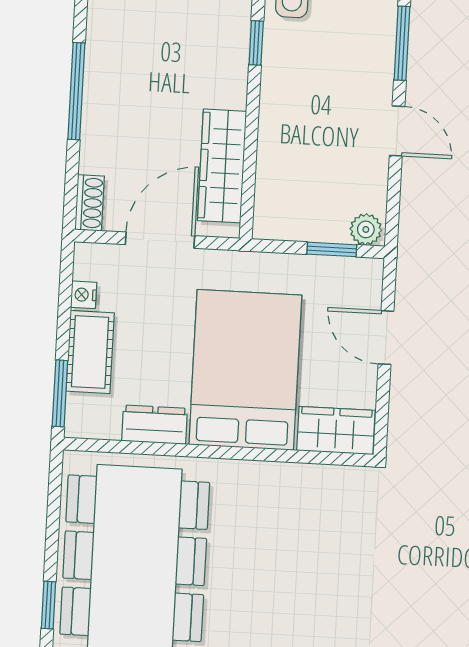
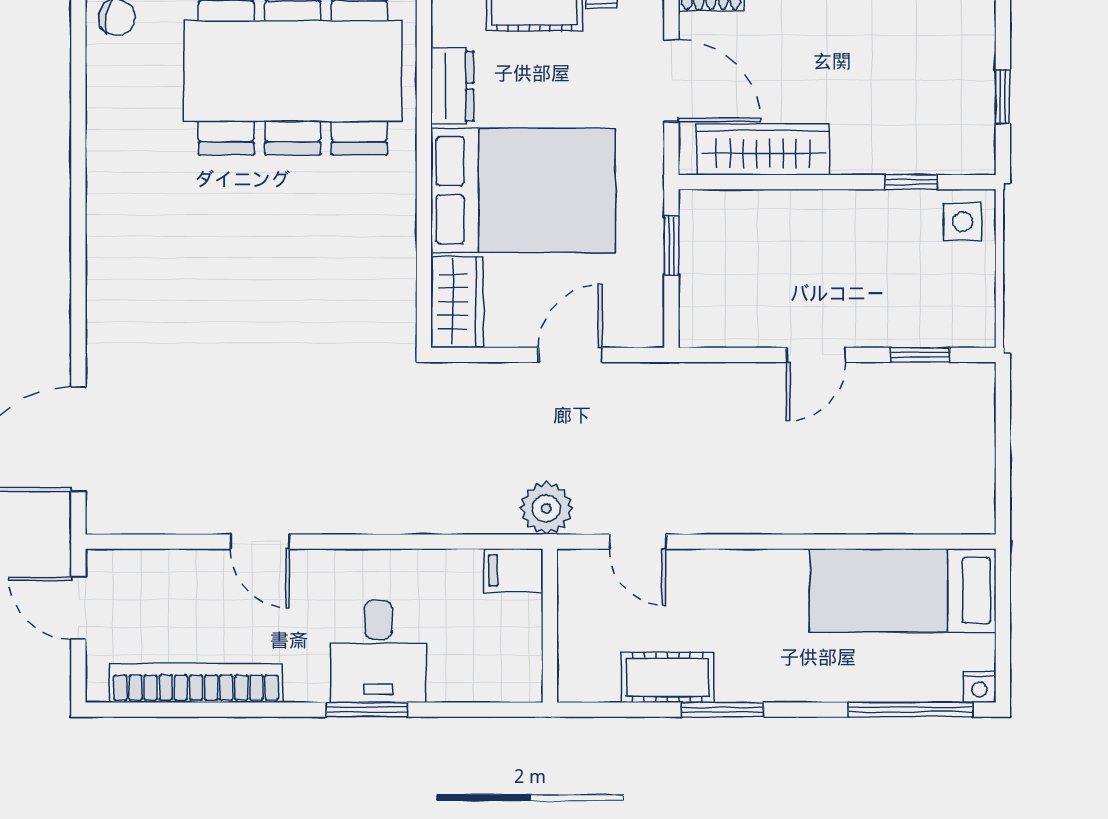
window: (402, 43) -> (920, 355), width x0.67
plant: (366, 229) -> (697, 324), removed
window: (332, 249) -> (671, 246), moved

